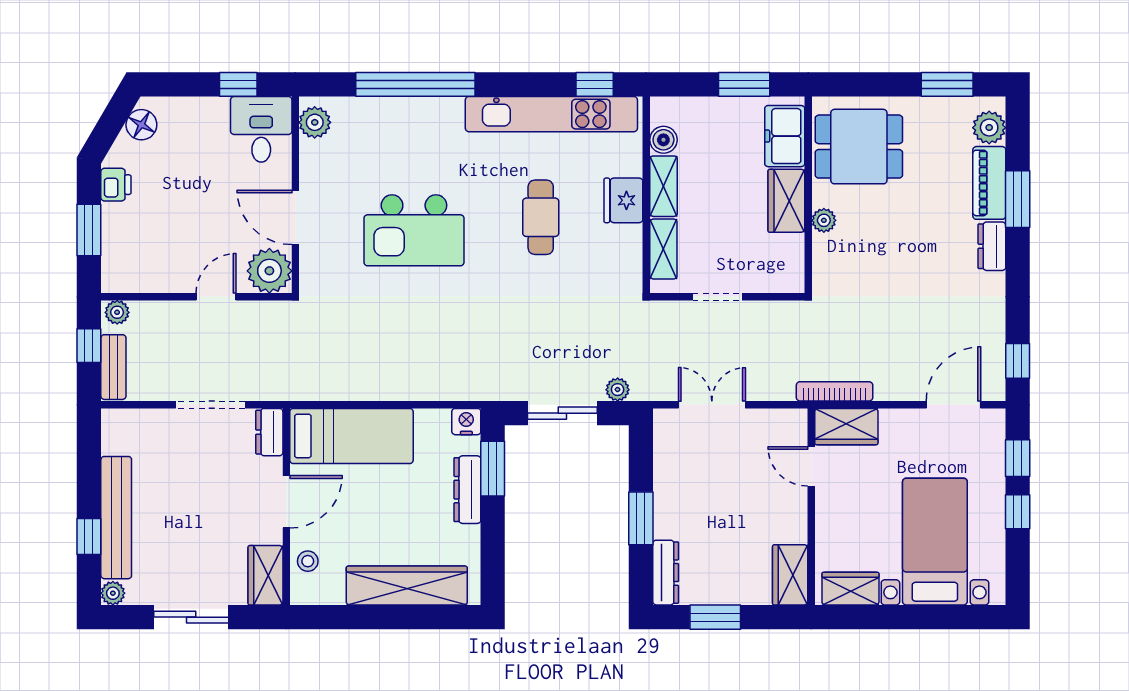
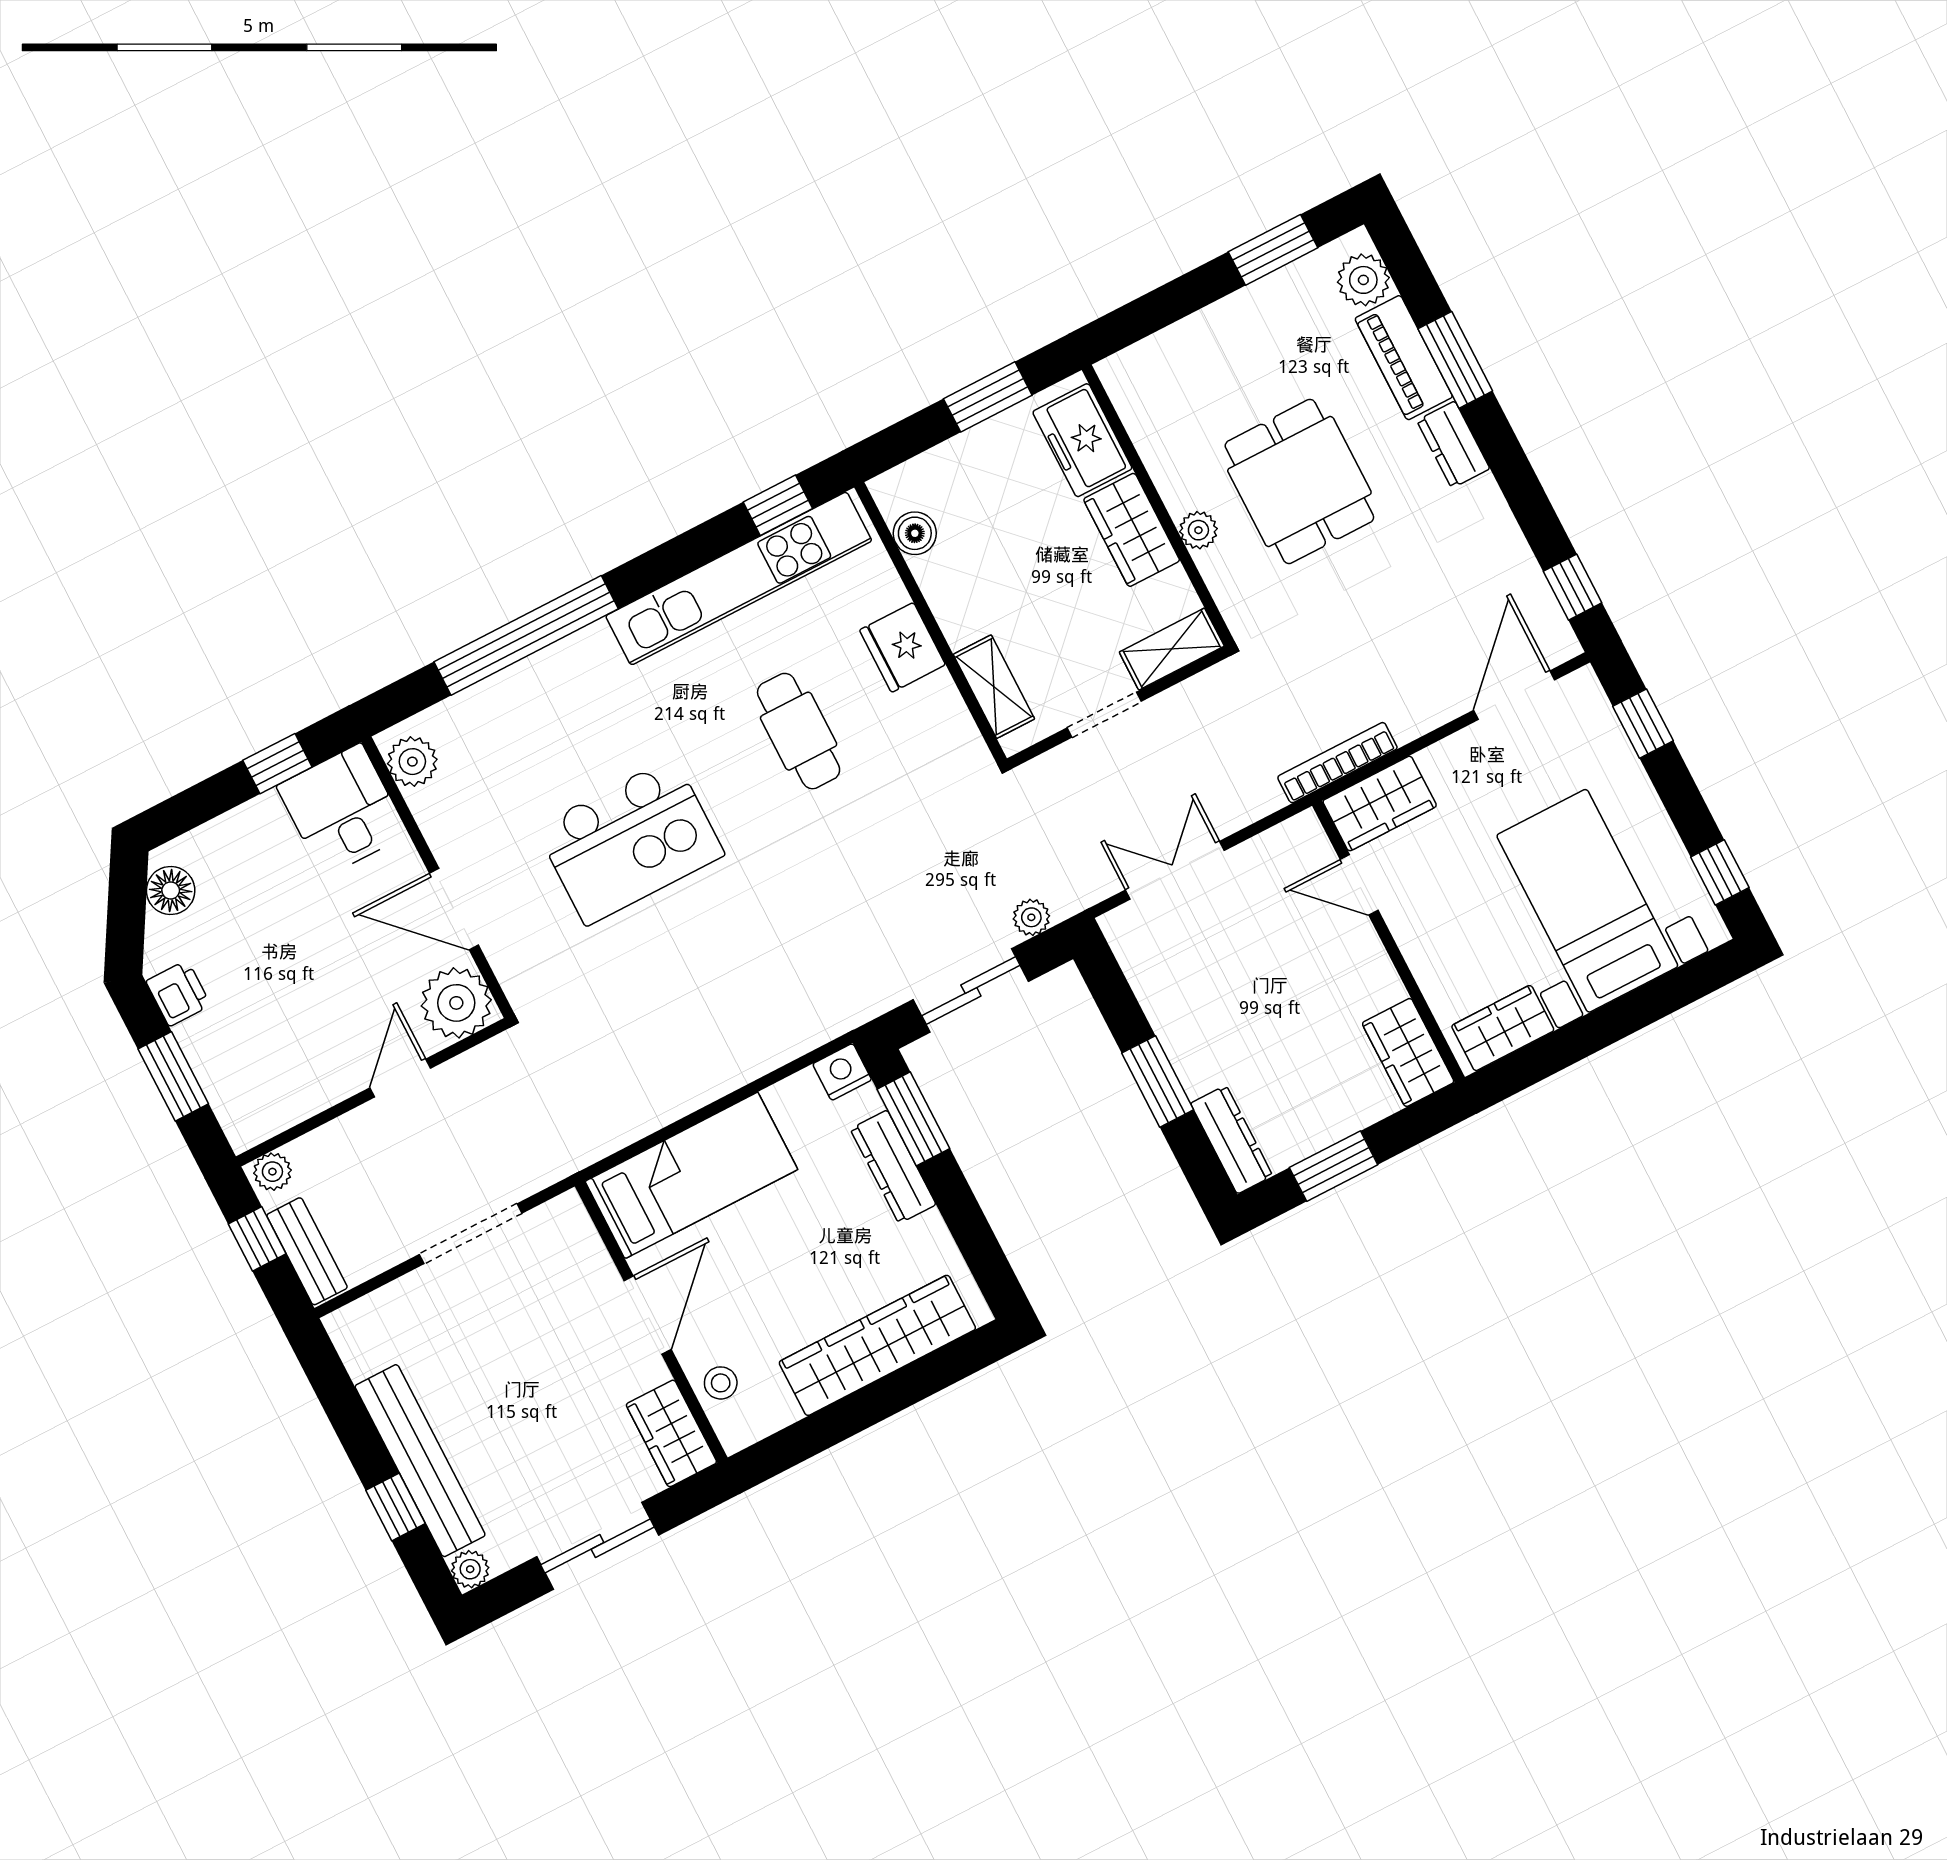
dining table: (859, 147) -> (1299, 481), moved, turned 90
shelving: (664, 186) -> (1172, 649), moved, turned 90
dresser: (269, 432) -> (573, 1230), removed
window: (1018, 512) -> (1720, 872), moved

